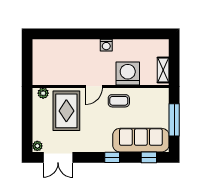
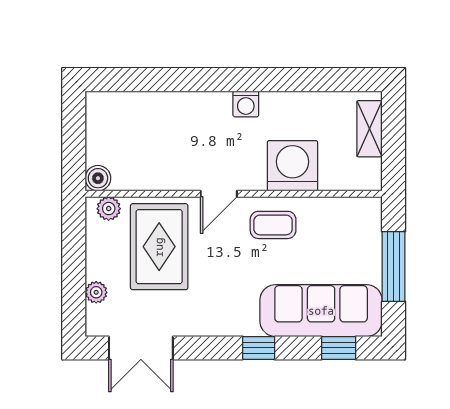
shelving: (163, 70) -> (369, 129), moved
boiler: (38, 79) -> (98, 178), added
plant: (37, 146) -> (96, 292), moved

